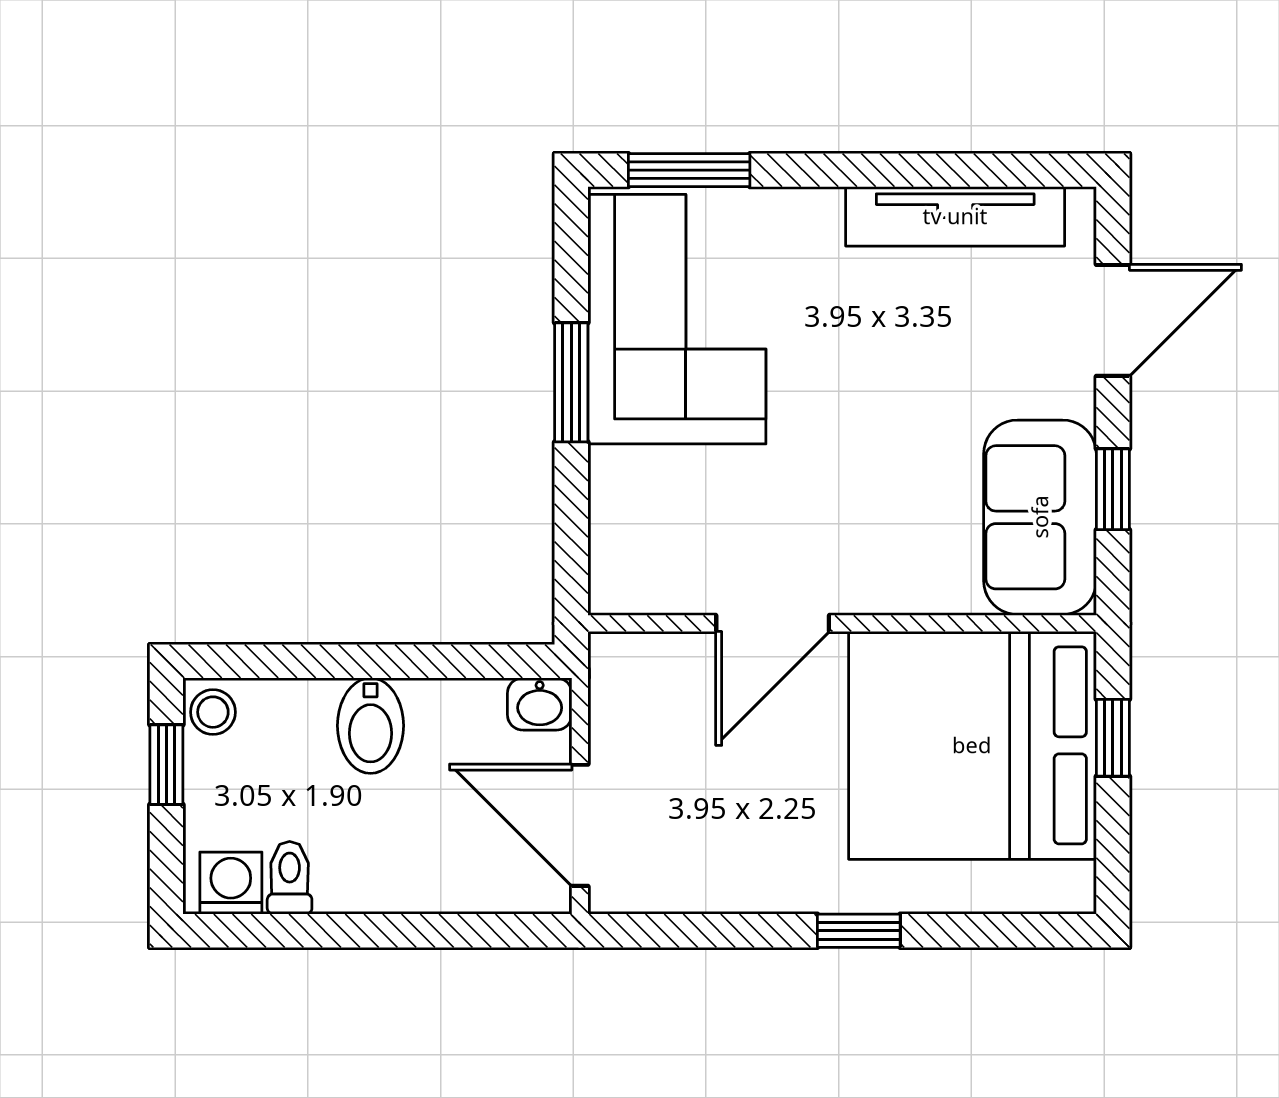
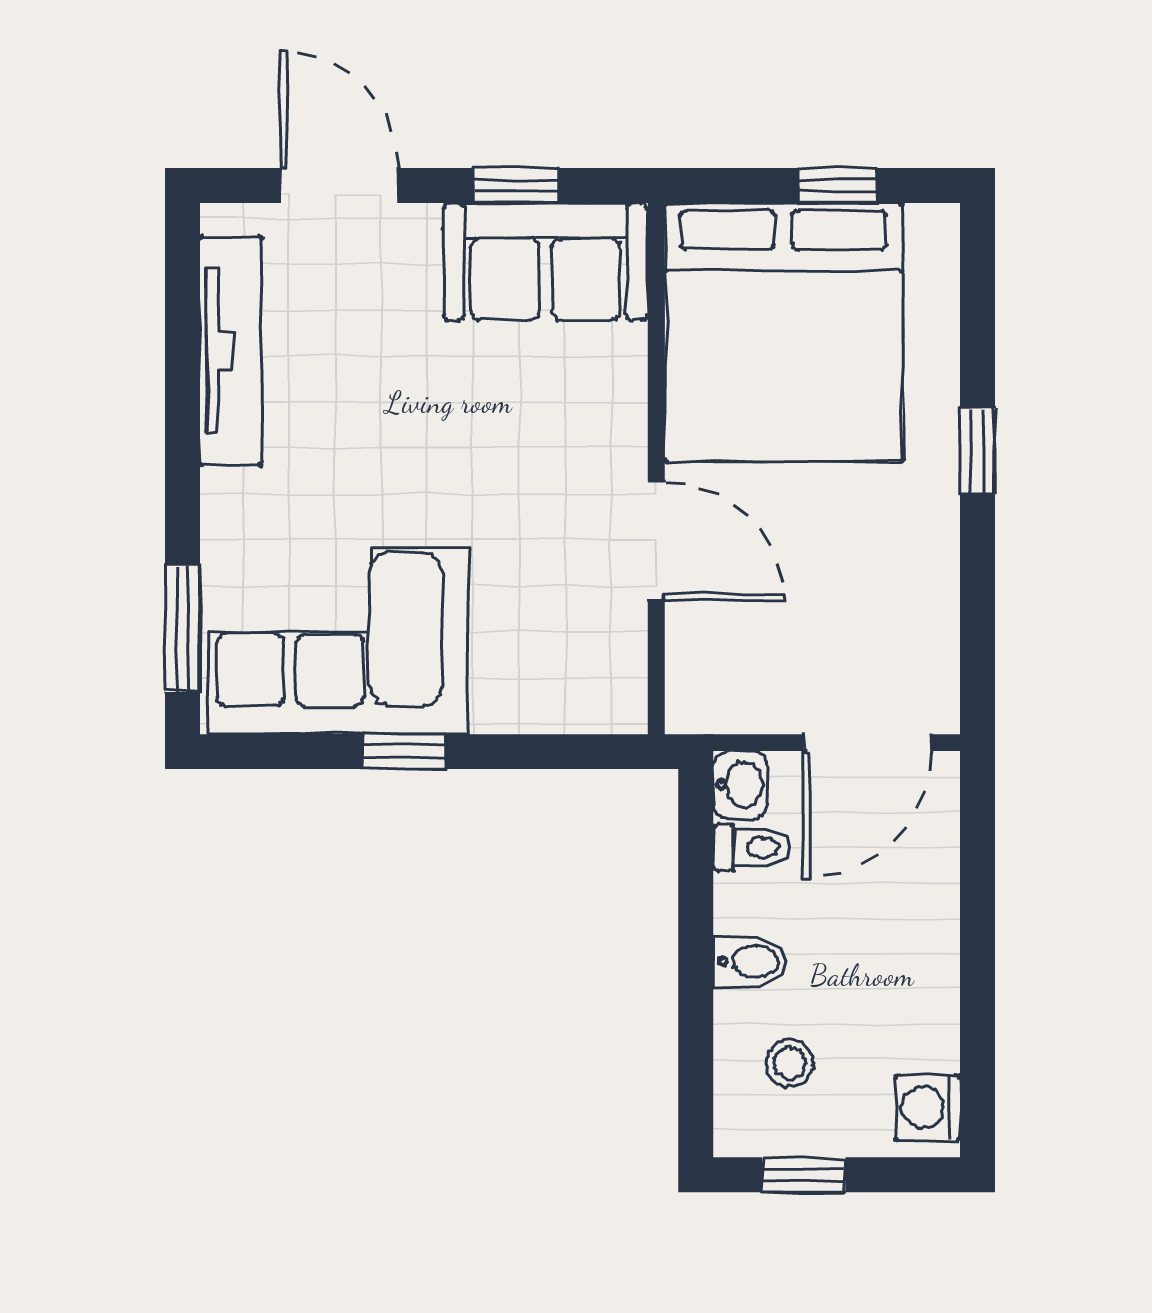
window: (571, 382) -> (404, 752), width x0.67
stool: (213, 712) -> (790, 1063), moved
bidet: (371, 726) -> (750, 961), width x0.72, depth x0.74
window: (1113, 738) -> (837, 186), moved
toilet: (290, 878) -> (751, 847), moved, turned 180

